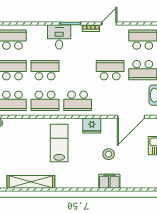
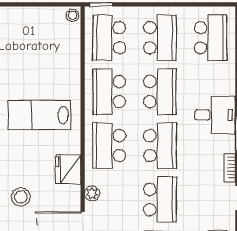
school desk: (78, 70) -> (160, 146), added
plant: (107, 111) -> (92, 194), added
lab bench: (59, 143) -> (39, 115), turned 180

